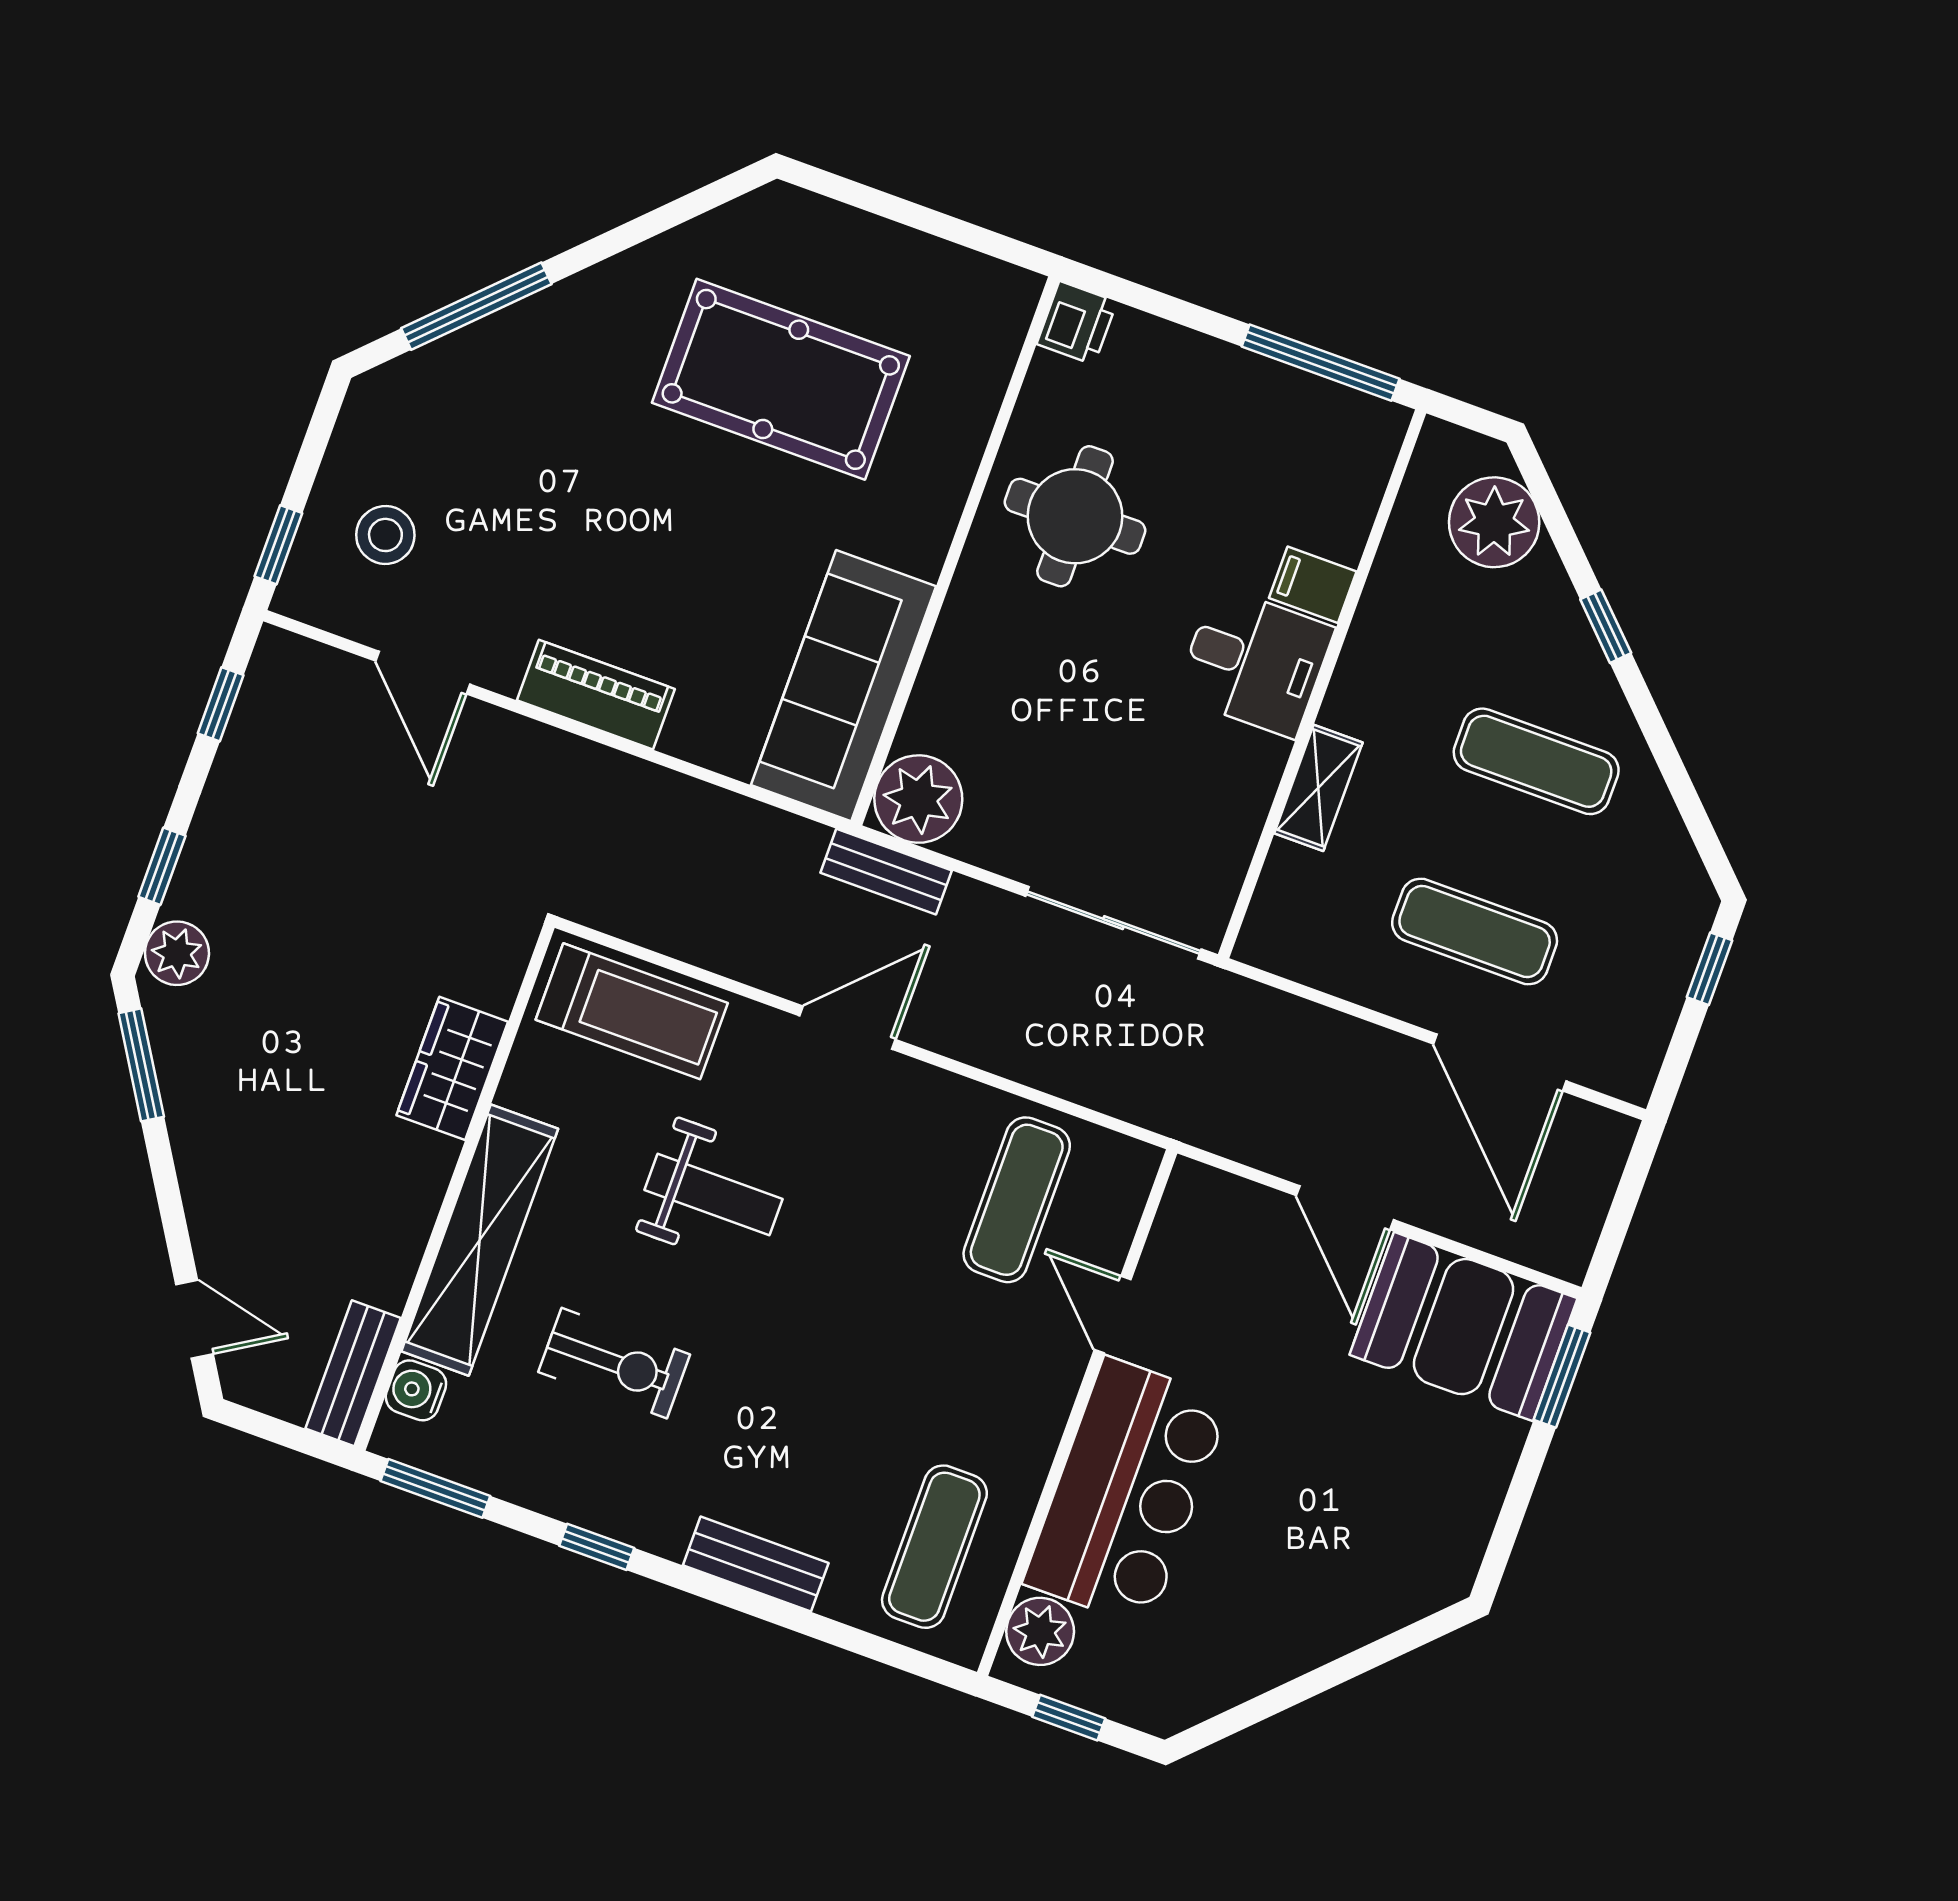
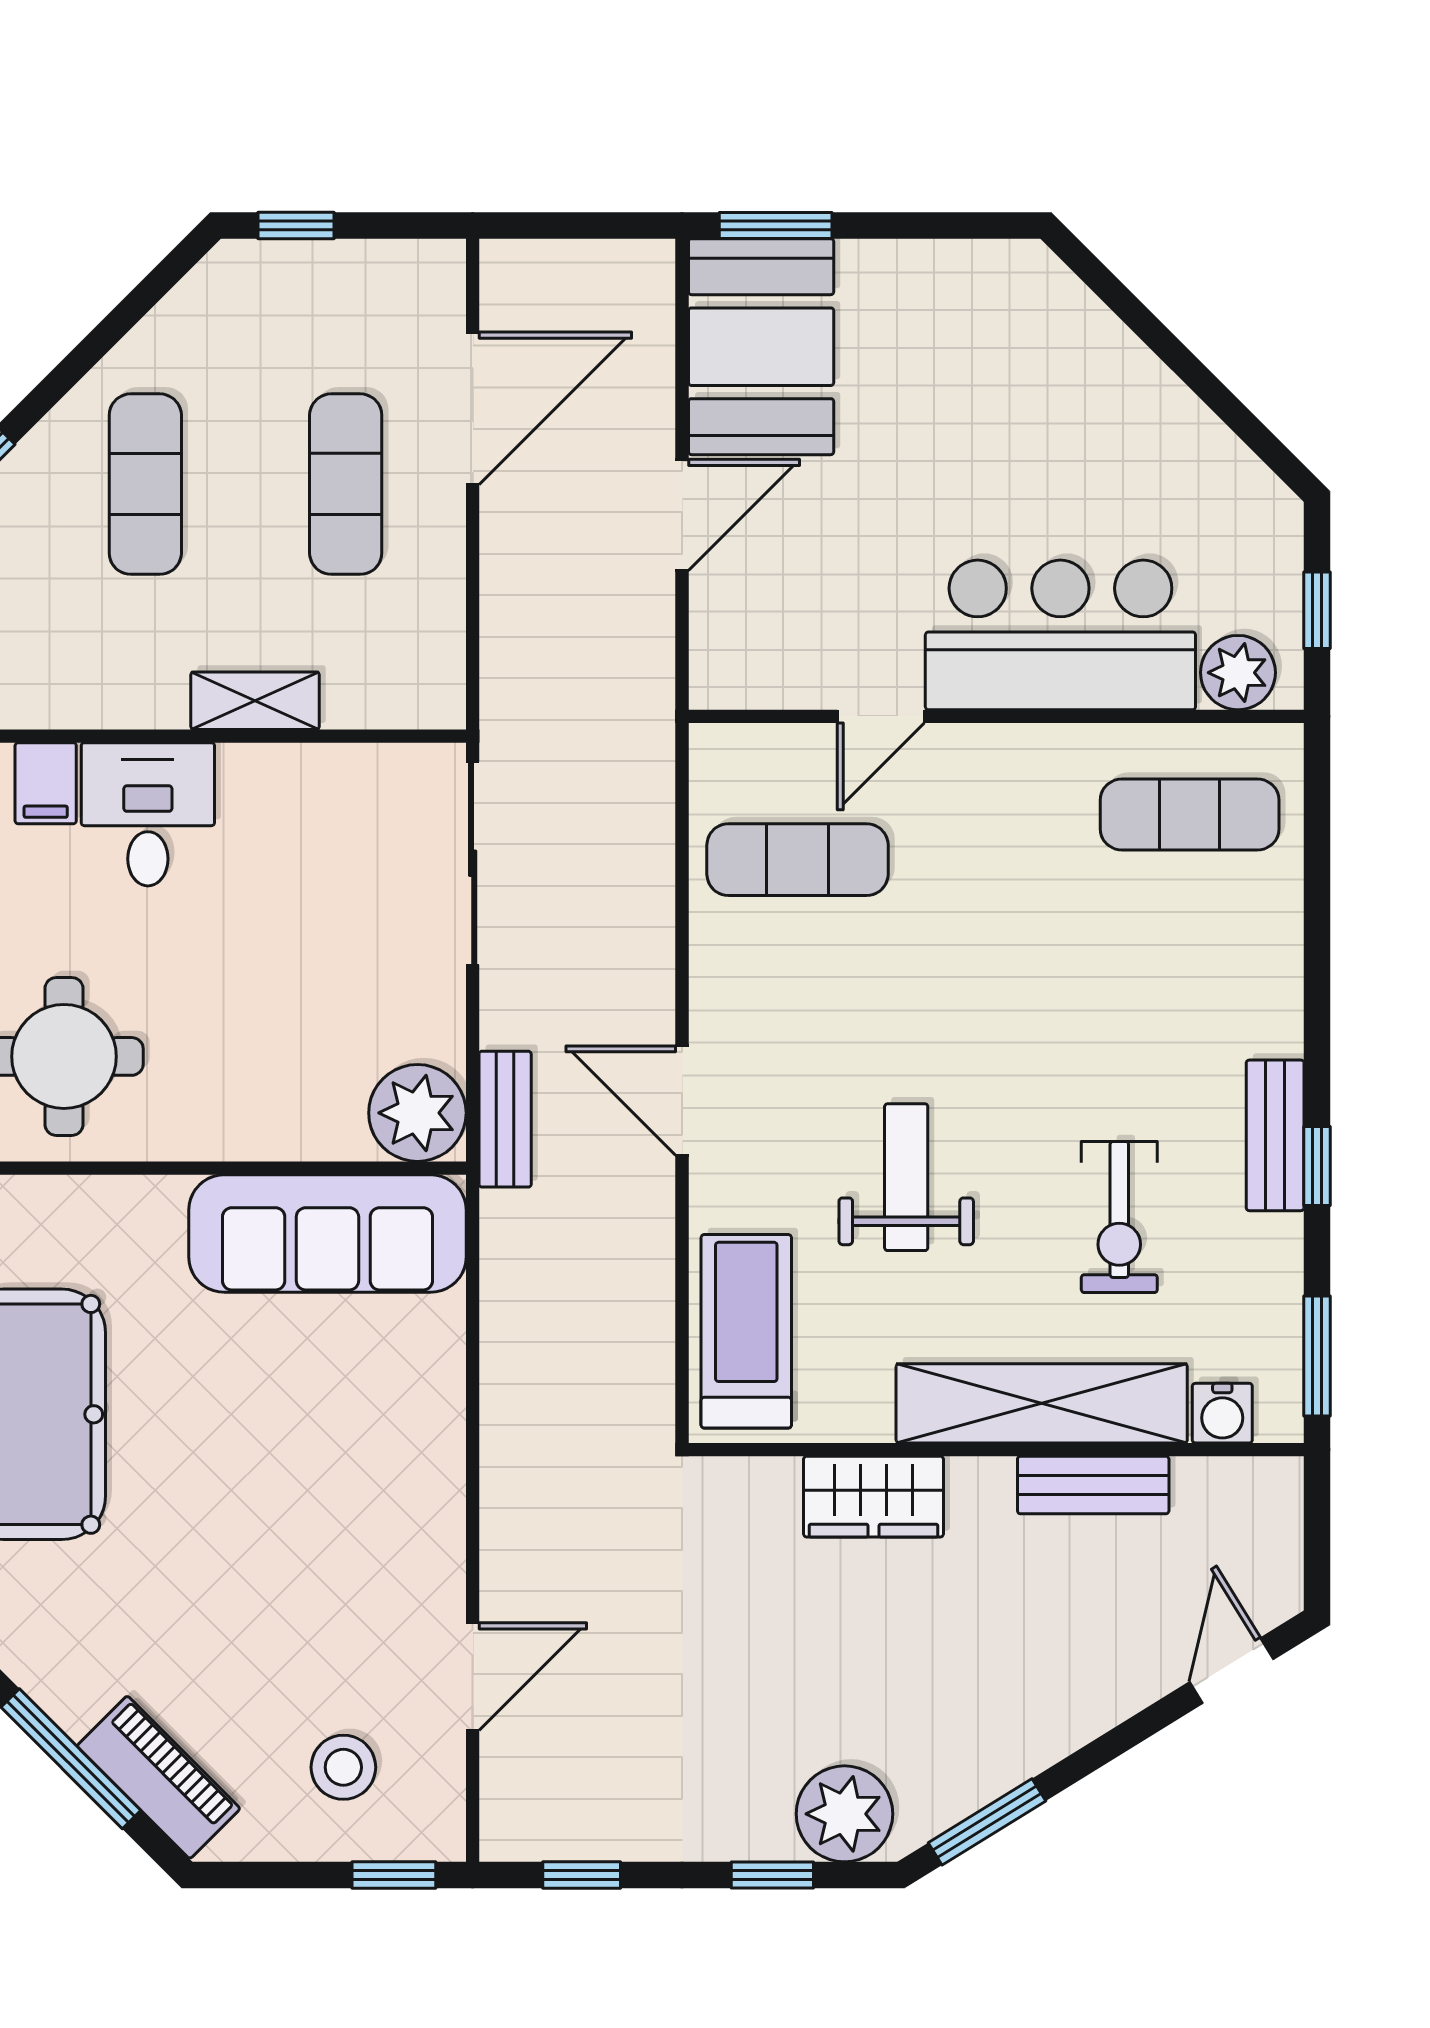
piano: (596, 695) -> (159, 1777), moved, turned 135
plant: (177, 953) -> (844, 1814), width x1.36, depth x1.36
exercise bike: (614, 1363) -> (1119, 1217), turned 180
bench: (353, 1373) -> (1093, 1485), moved
bench: (756, 1564) -> (1275, 1135), moved

